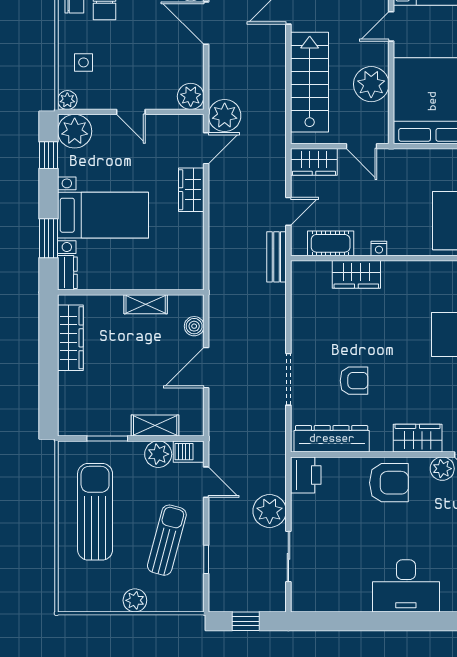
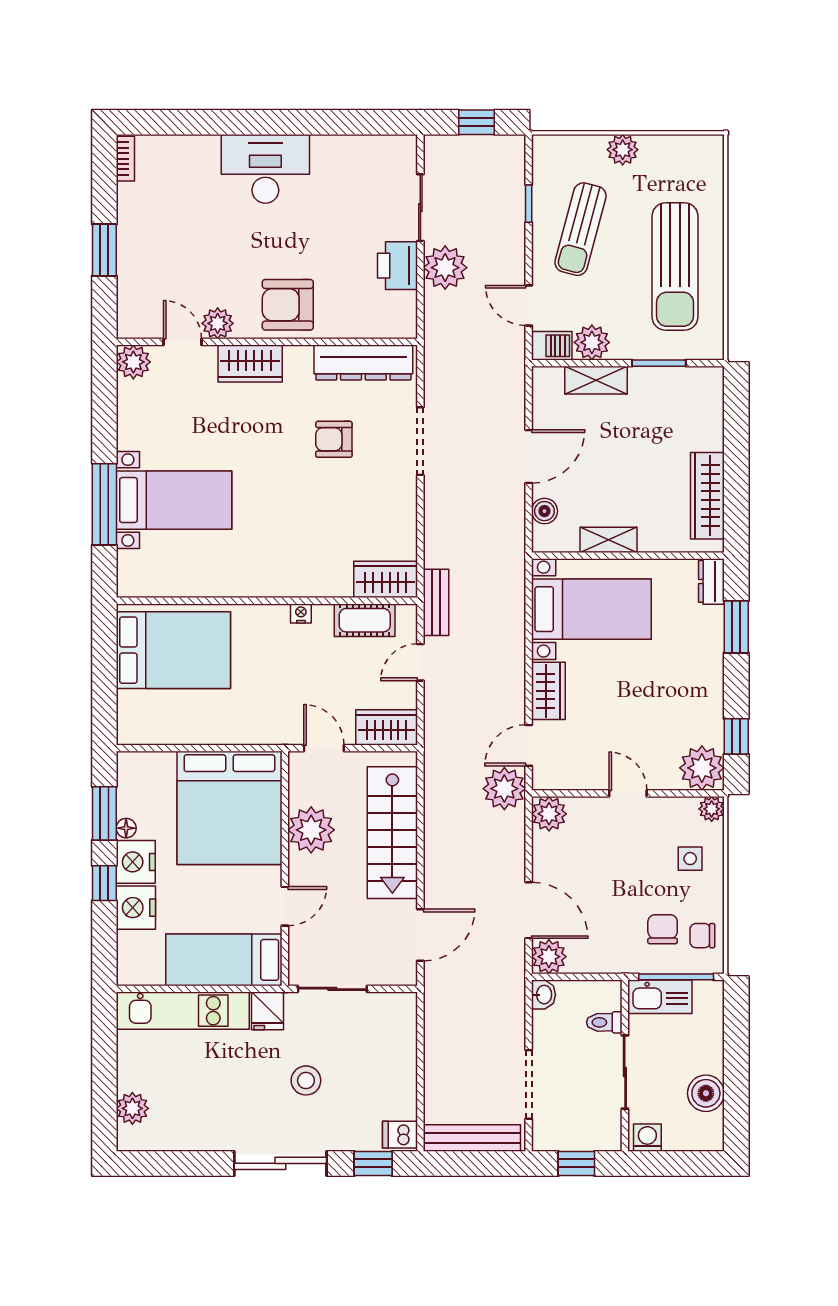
bed with nightstands: (103, 215) -> (591, 609), moved, turned 180
wardrobe: (356, 274) -> (386, 579), moved
printer: (306, 475) -> (397, 266), moved

